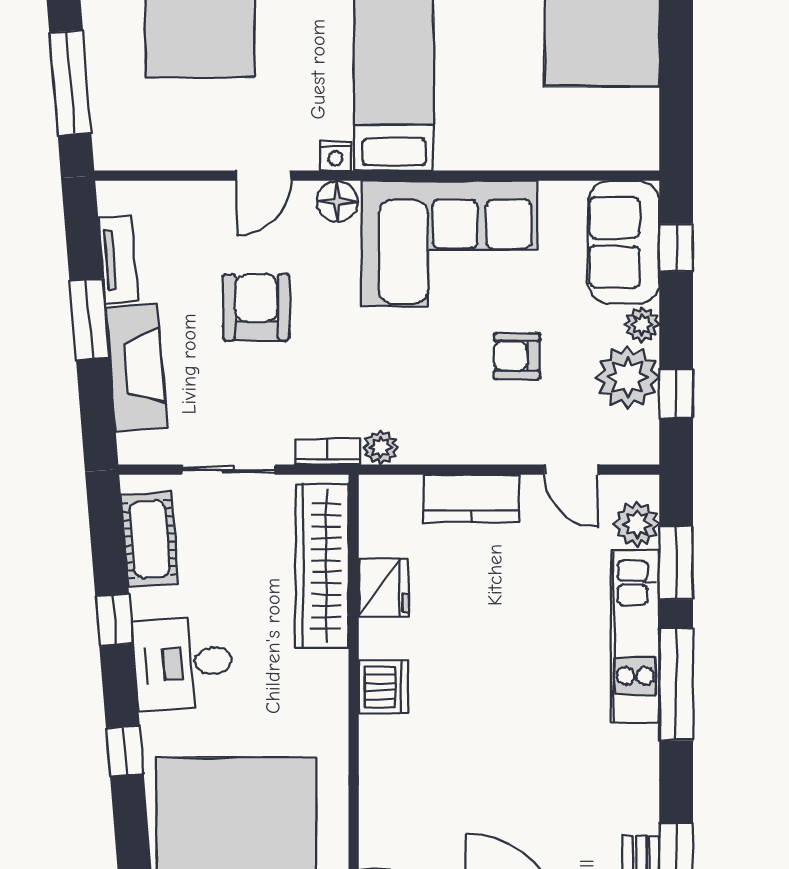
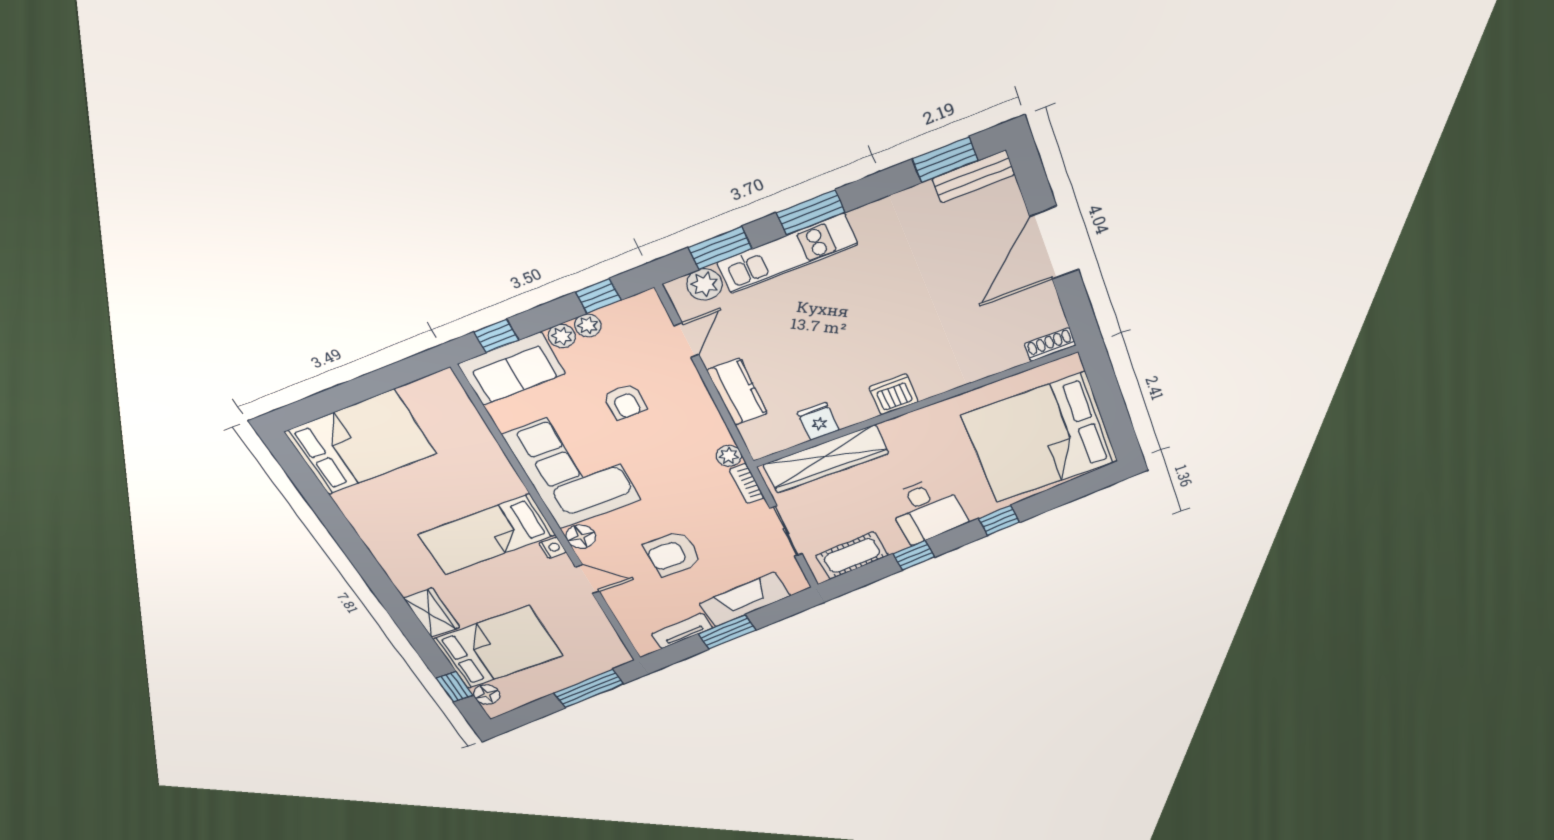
plant: (628, 377) -> (588, 325), width x0.53, depth x0.53
fridge: (384, 588) -> (818, 421), width x0.72
window: (676, 684) -> (811, 213), width x0.69

